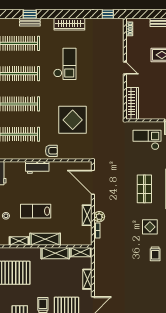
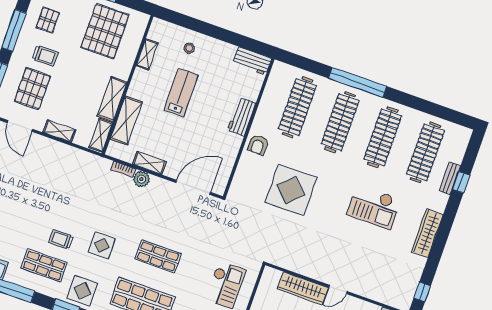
wardrobe: (132, 103) -> (303, 288), moved
shelving: (45, 239) -> (126, 120), moved

